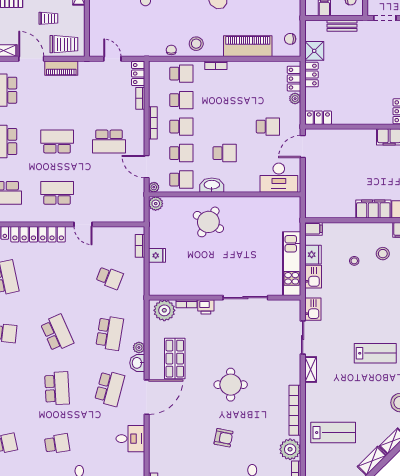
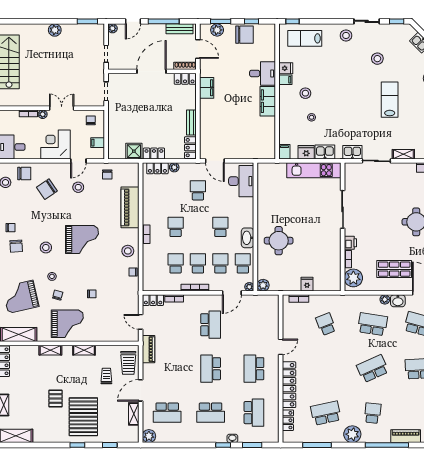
bench: (342, 26) -> (191, 123), moved
chair: (290, 39) -> (107, 175), moved
trolley: (64, 44) -> (128, 363), turned 180
door: (112, 59) -> (141, 322), hinge flipped
piano: (61, 68) -> (148, 349), moved
school desk: (181, 74) -> (176, 227), moved
round table: (208, 222) -> (279, 241), turned -31
school desk: (110, 278) -> (326, 324), turned -42

